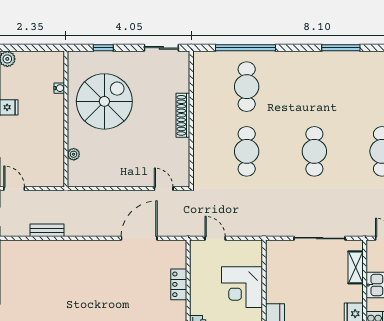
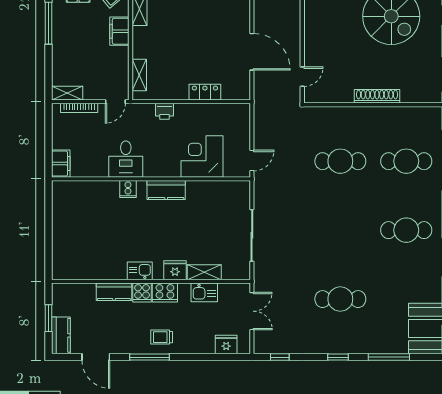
cafe table: (314, 151) -> (406, 230), moved
door: (215, 238) -> (252, 161), moved
shelving: (356, 267) -> (204, 272), moved

